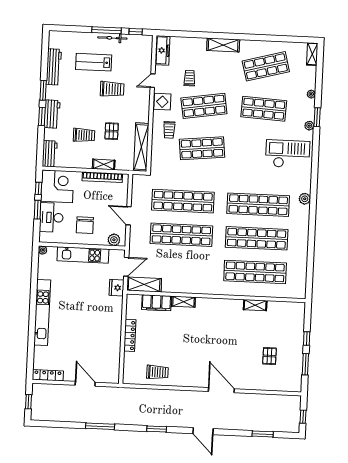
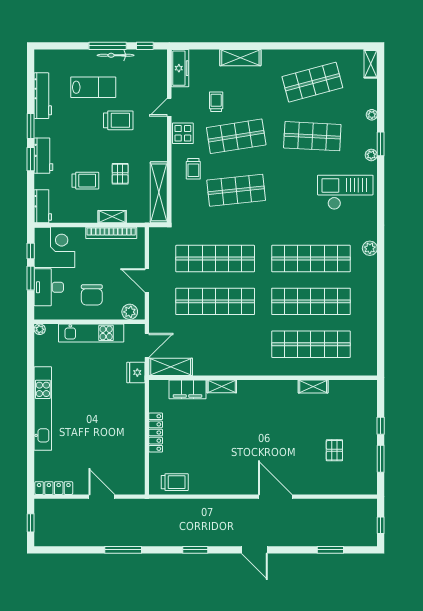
shelving: (223, 45) -> (240, 58), moved
lab bench: (94, 62) -> (93, 87), turned 180
trolley: (157, 372) -> (175, 482), moved

